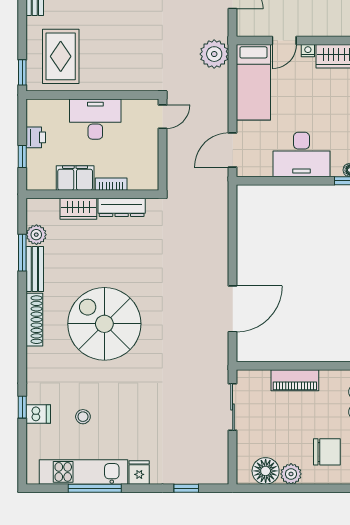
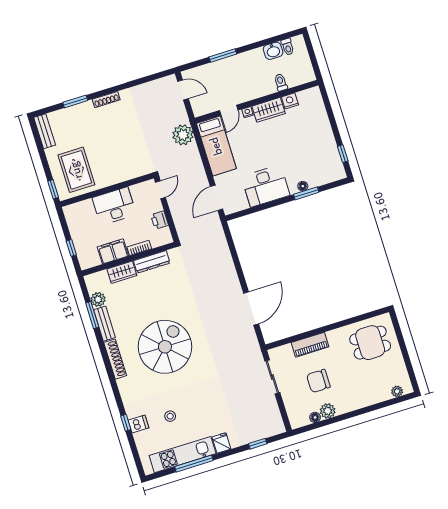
printer: (36, 137) -> (160, 220), moved, turned 180
spiral stairs: (104, 324) -> (165, 347), turned 90
chair: (327, 452) -> (318, 381), moved, turned 180
floor lamp: (266, 471) -> (315, 417), width x0.53, depth x0.53

